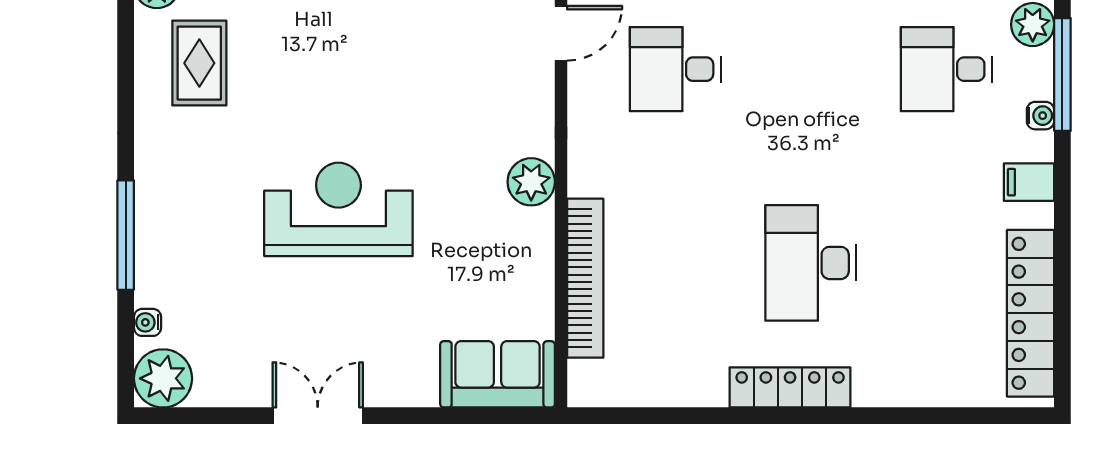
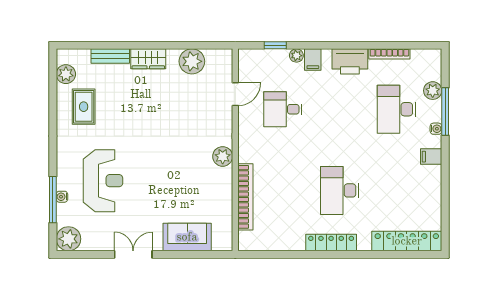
desk: (946, 69) -> (396, 109), width x1.37
reception desk: (338, 209) -> (103, 181), moved, turned 90
window: (126, 235) -> (53, 200), moved
locker: (1031, 313) -> (407, 241), moved, turned 90
water cooler: (148, 322) -> (62, 197), moved
sofa: (498, 374) -> (187, 237), moved

